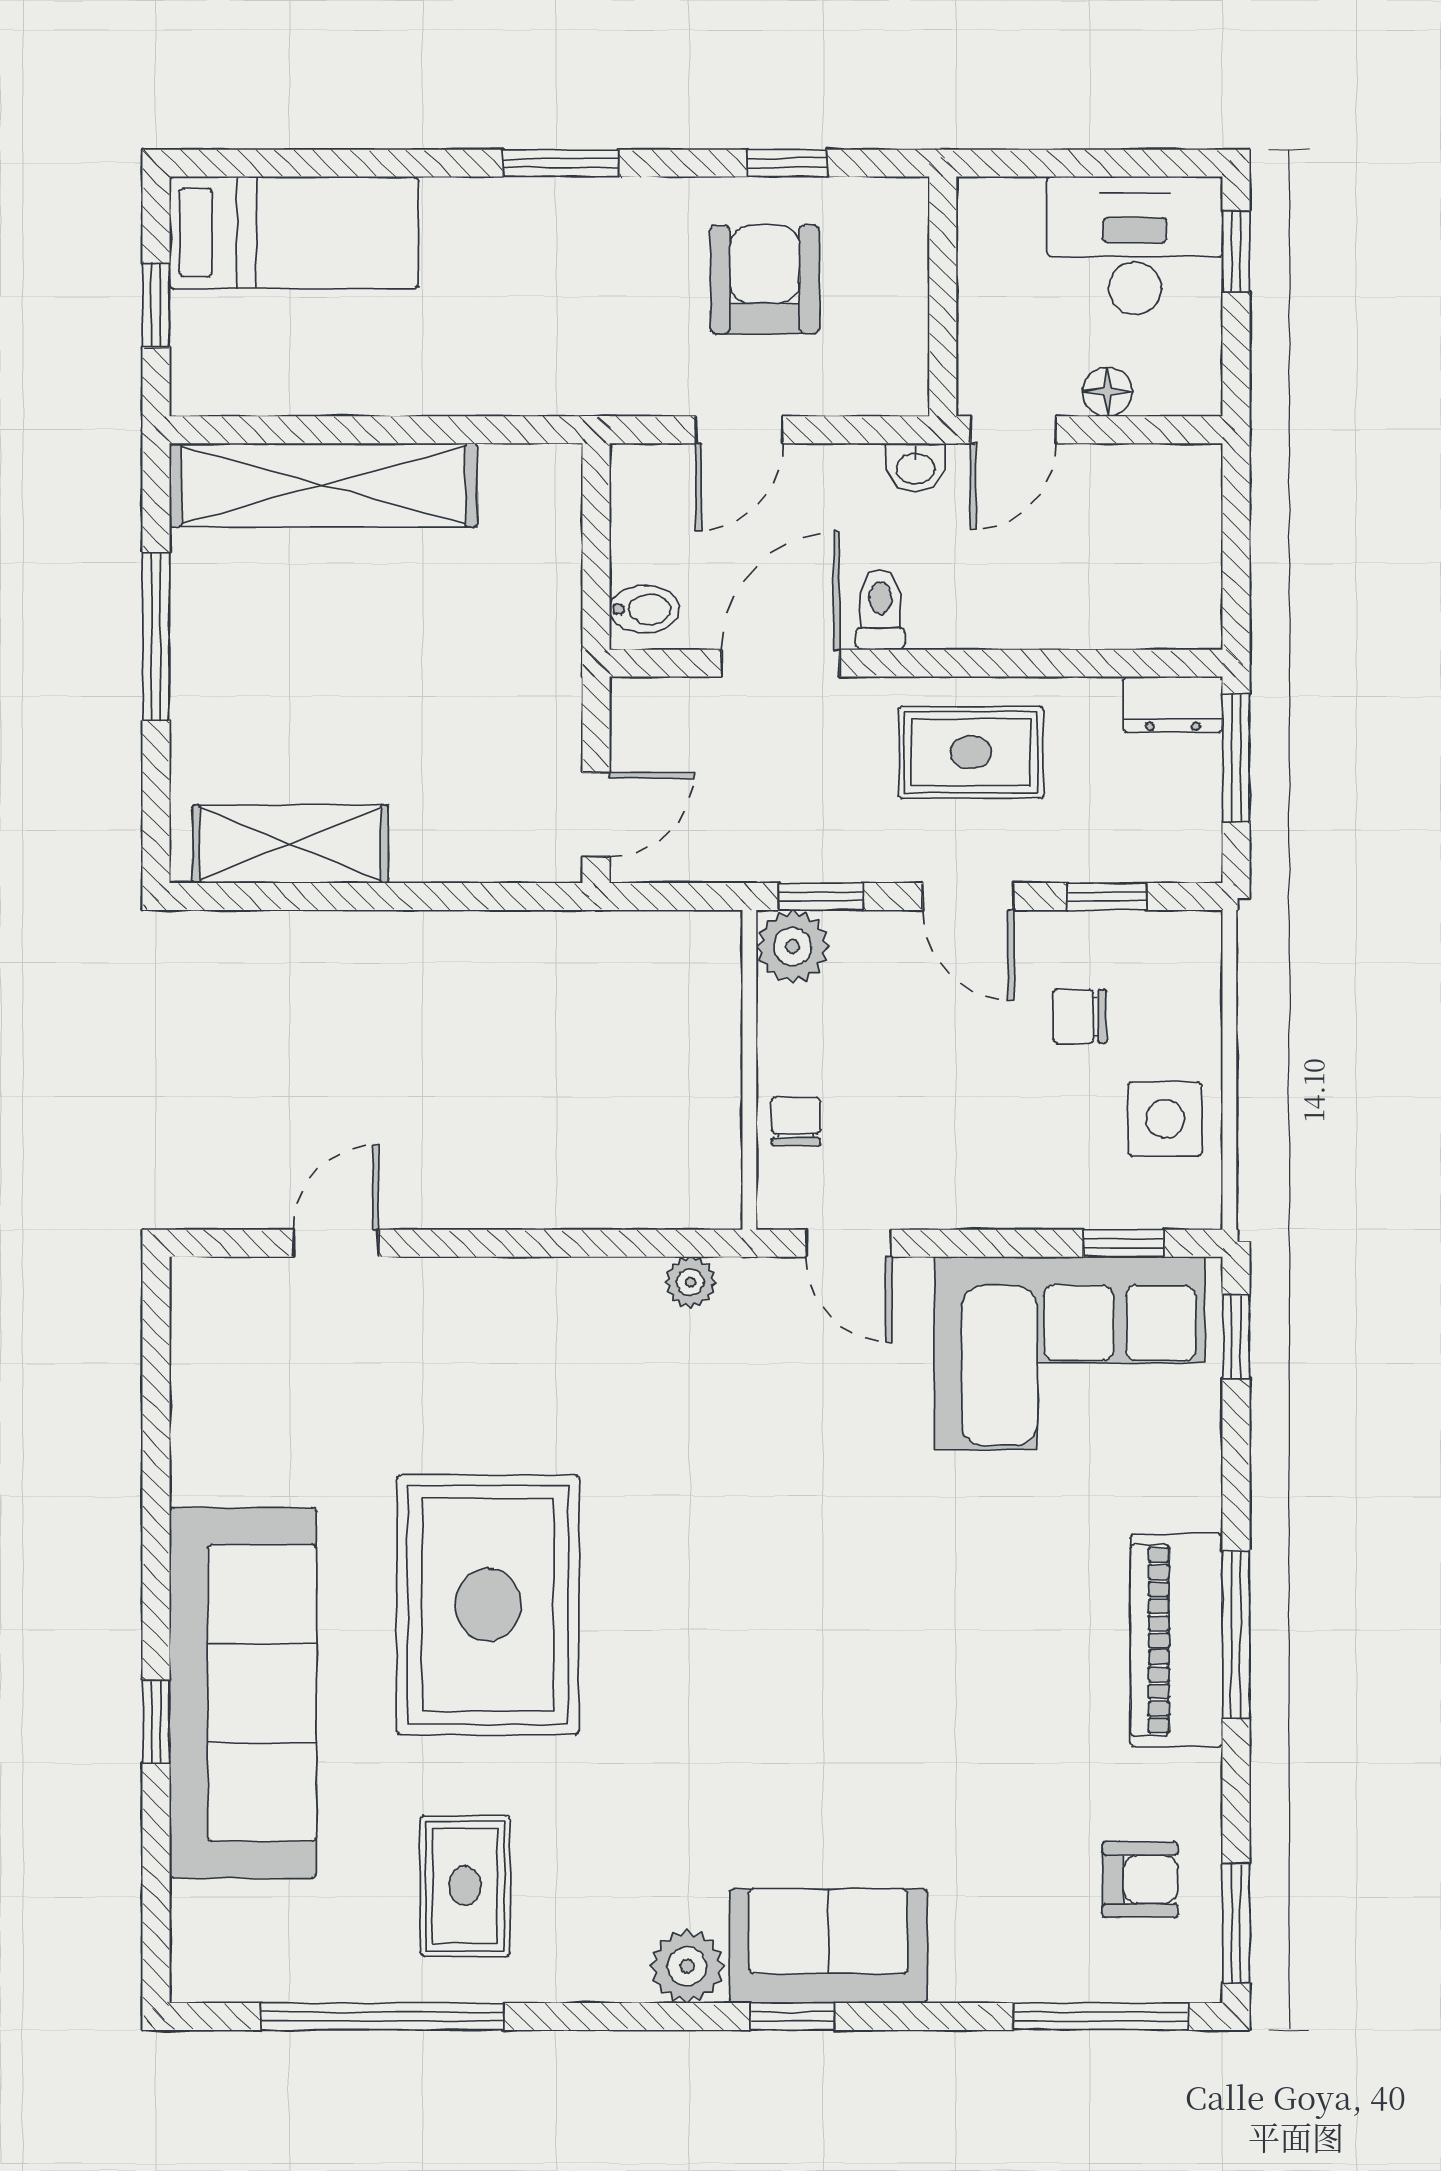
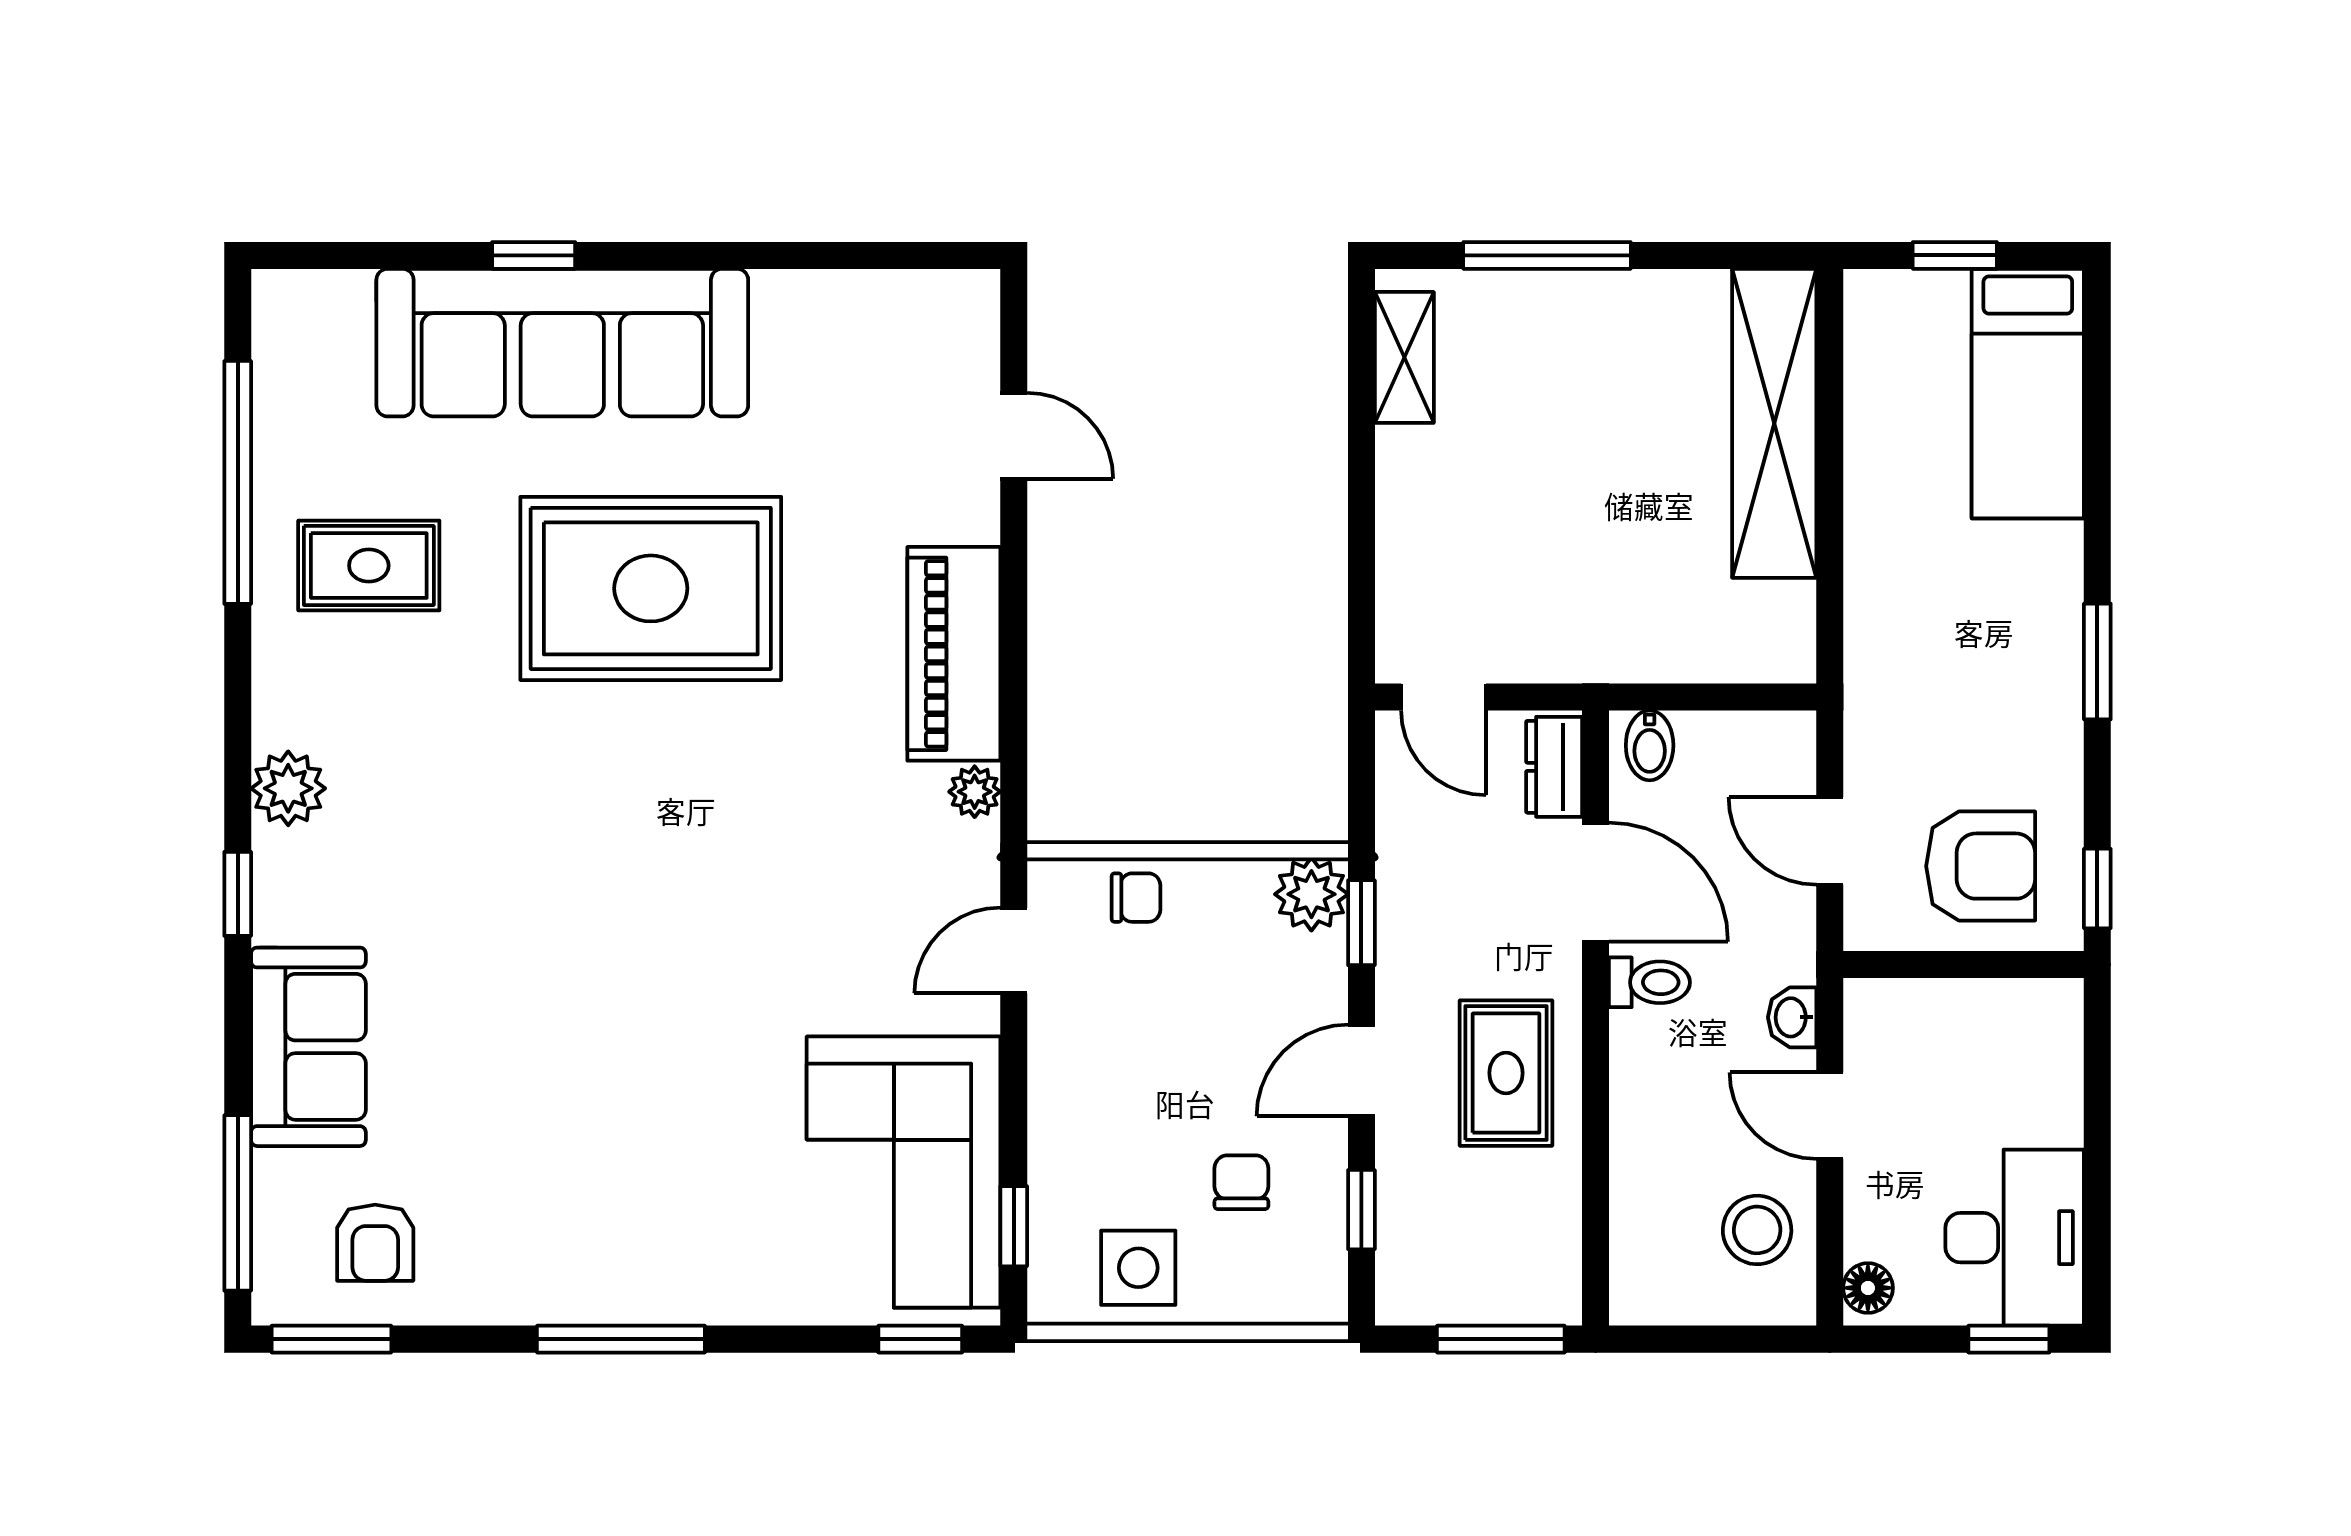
wall: (943, 296) -> (1964, 965), moved
floor lamp: (1107, 392) -> (1868, 1288), moved
stool: (1127, 502) -> (1757, 1230), added
window: (156, 637) -> (1547, 255), moved
dresser: (1173, 705) -> (1554, 767), moved
shelving: (290, 844) -> (1404, 357), width x0.67, depth x0.75
piano: (1176, 1640) -> (954, 654), moved, turned -90
sofa: (828, 1946) -> (308, 1047), moved

